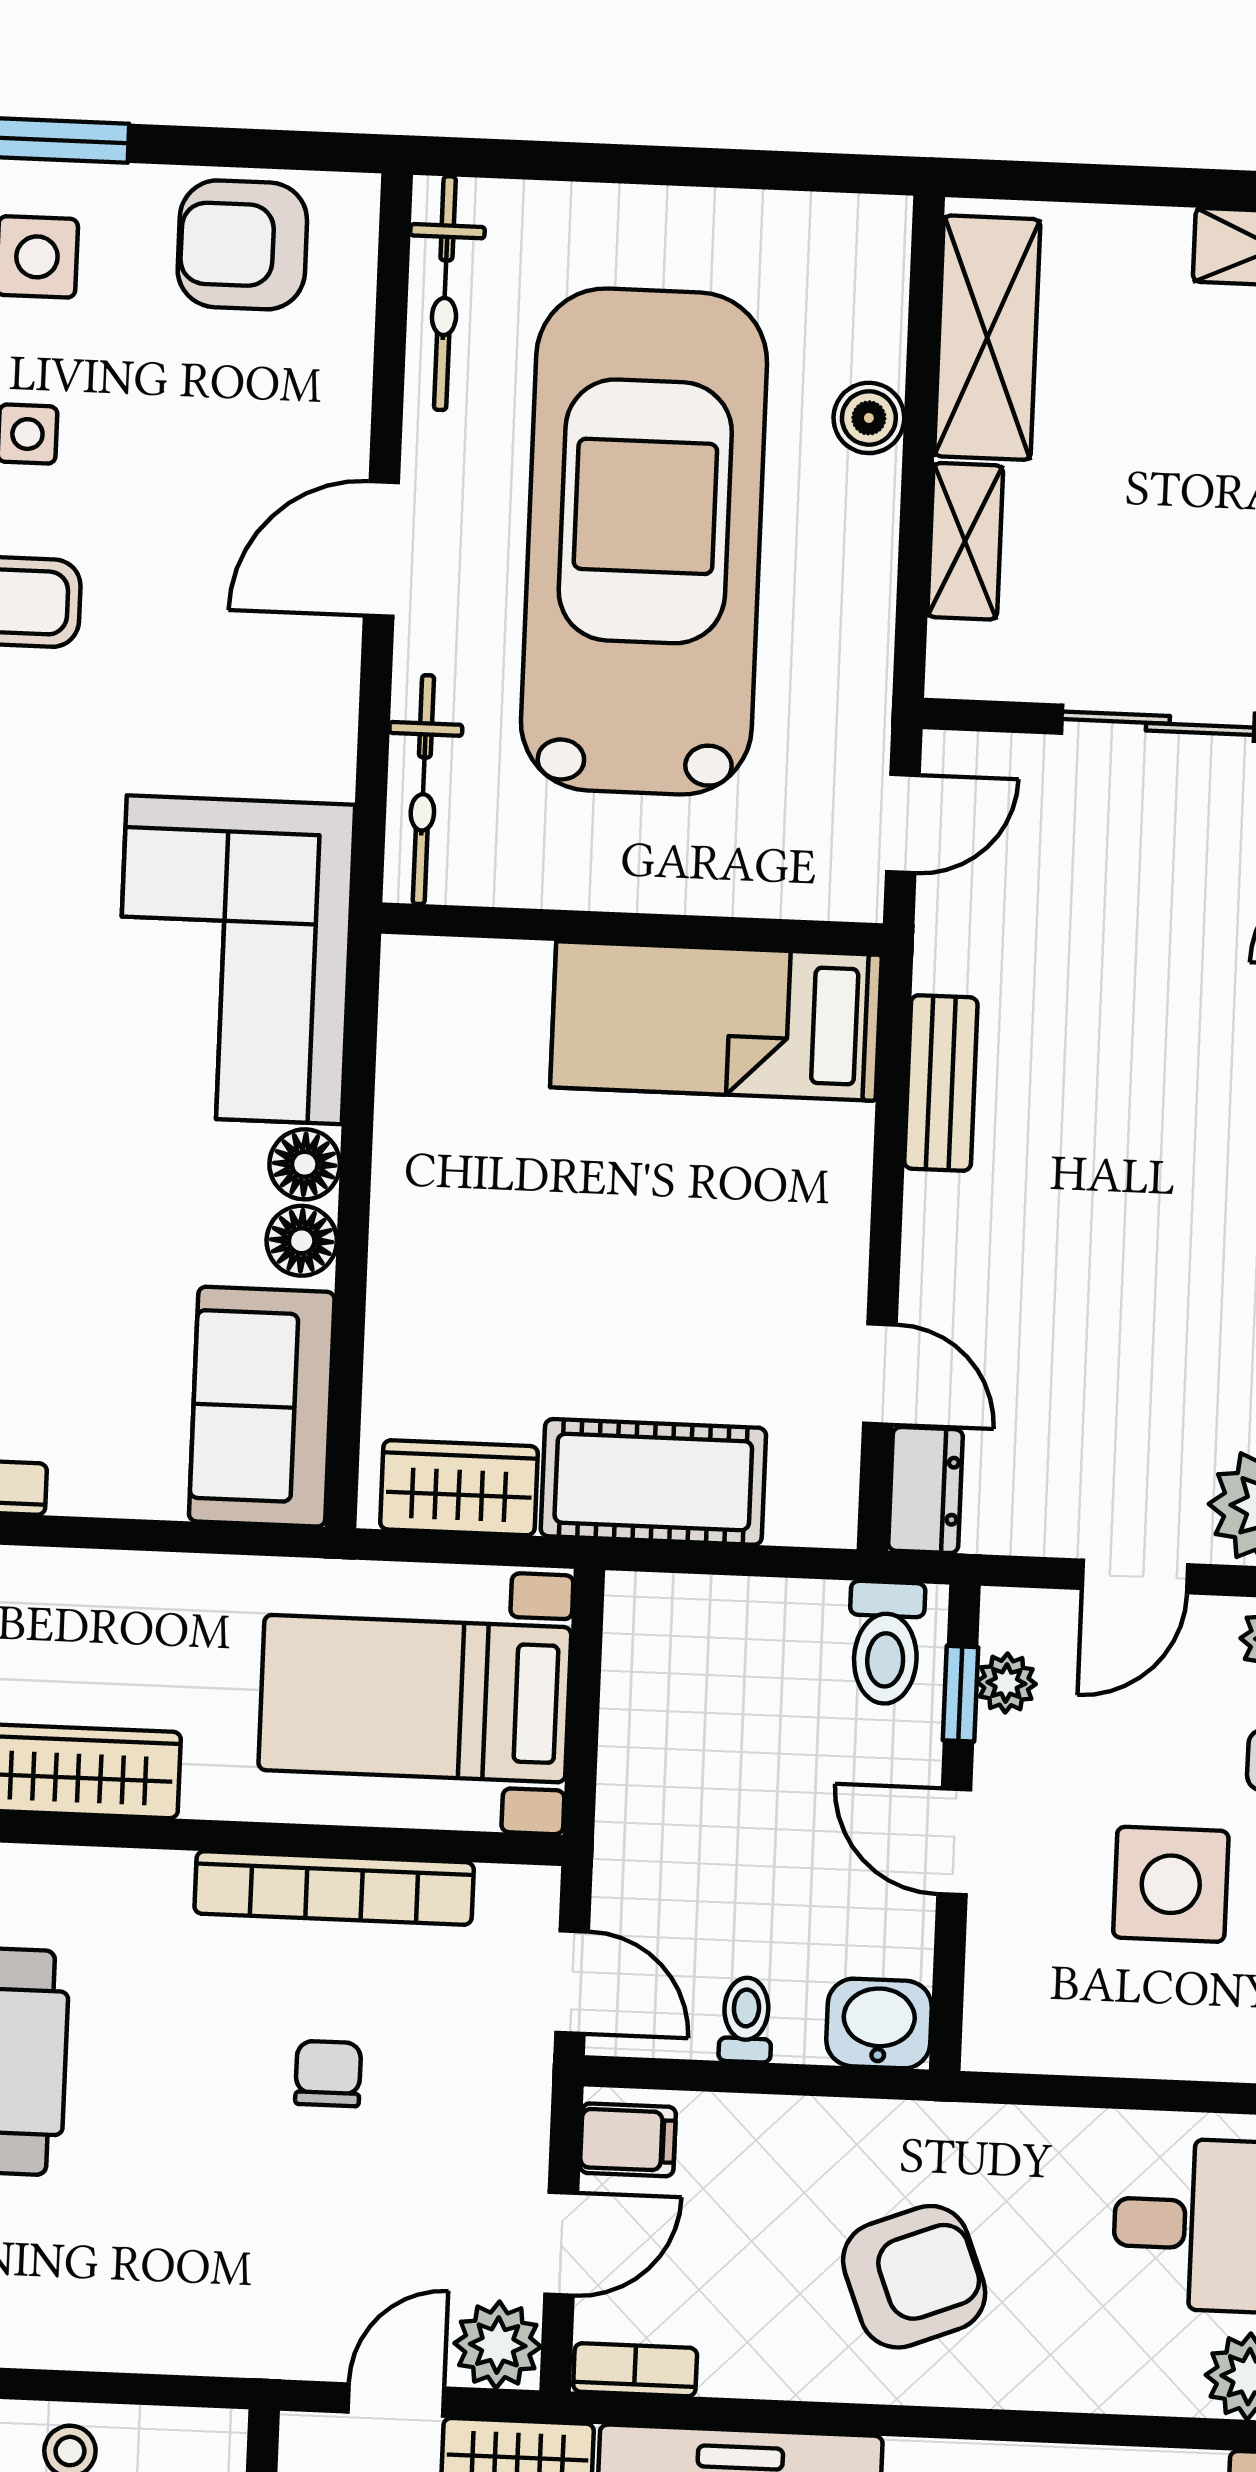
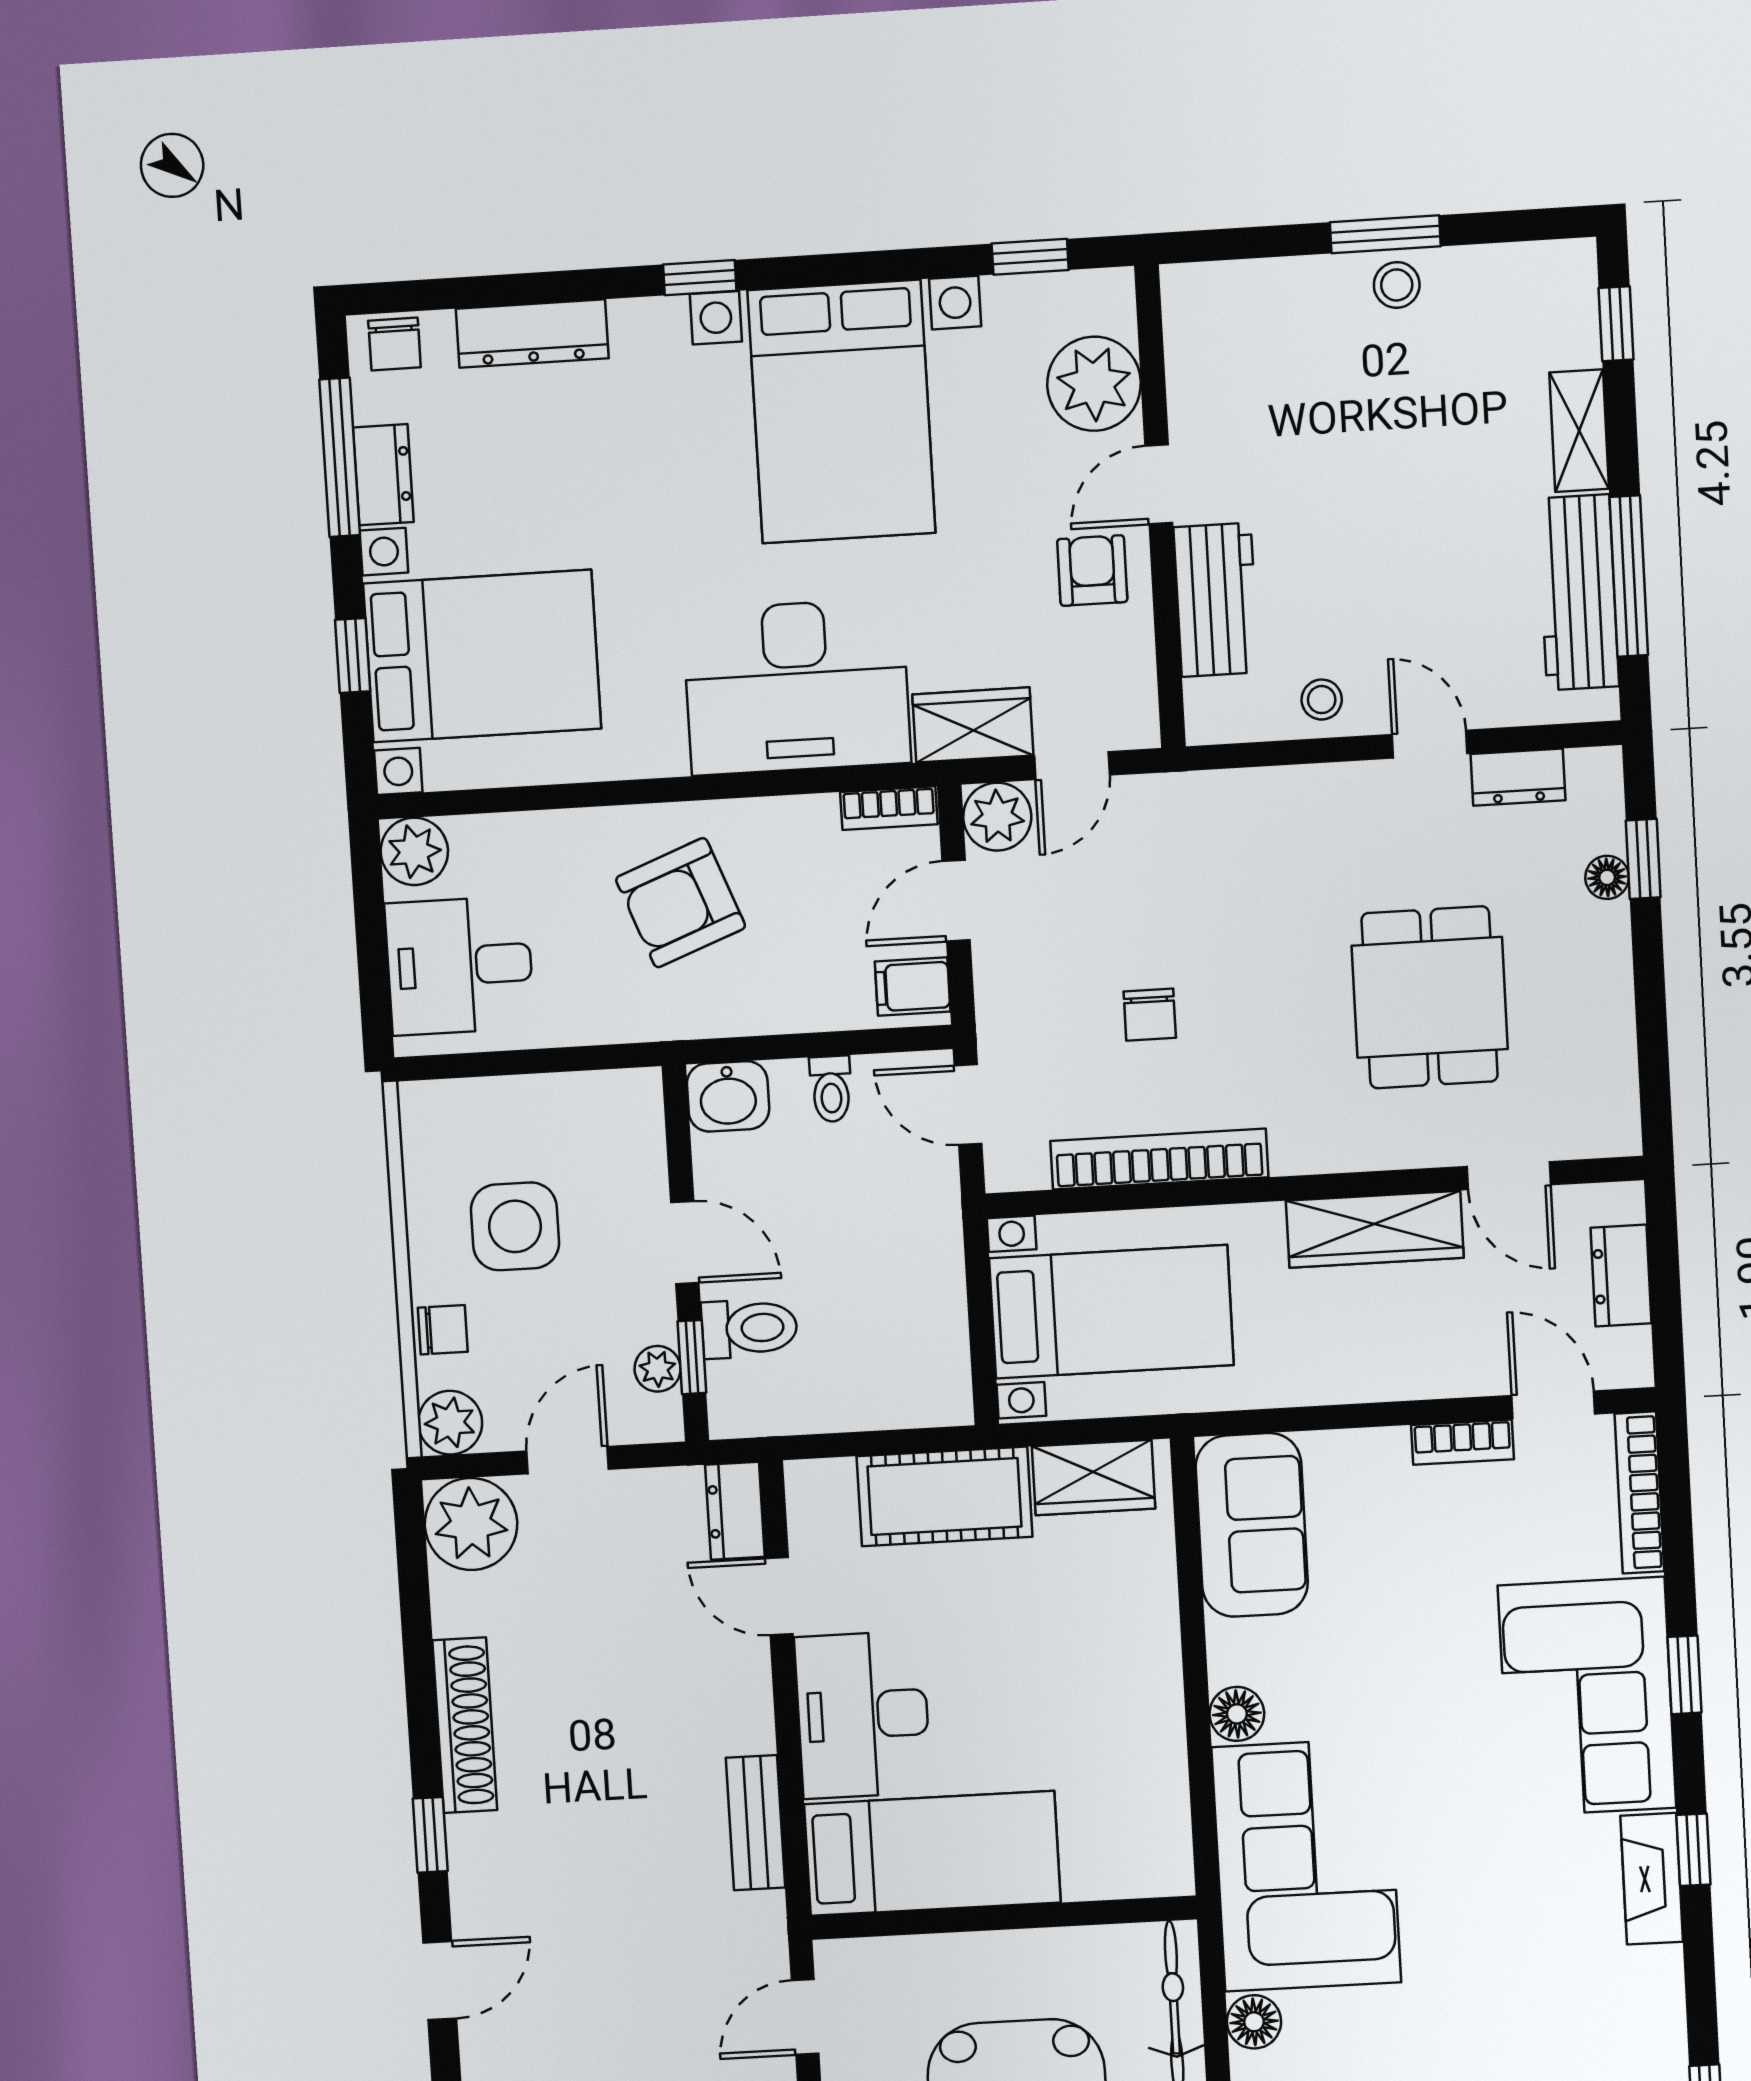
desk: (788, 1210) -> (863, 1715), added
floor lamp: (302, 1241) -> (1254, 2022), moved
toilet: (886, 1643) -> (749, 1328), moved, turned 90

